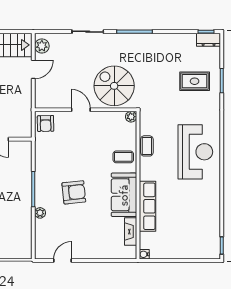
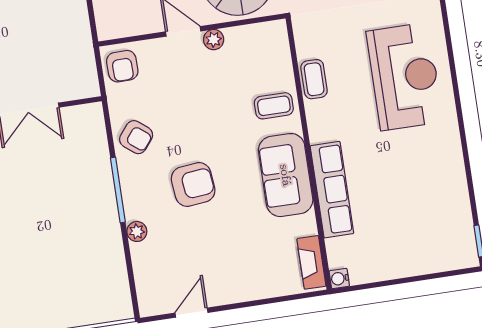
plant: (131, 117) -> (214, 40), moved
armchair: (47, 162) -> (136, 137), added
fireplace: (131, 232) -> (311, 262), moved

